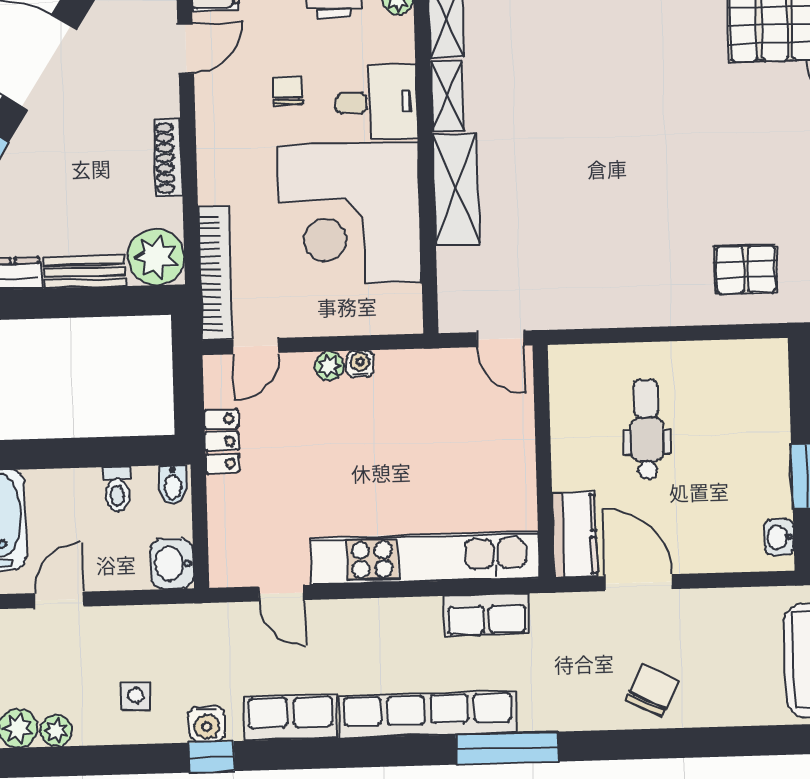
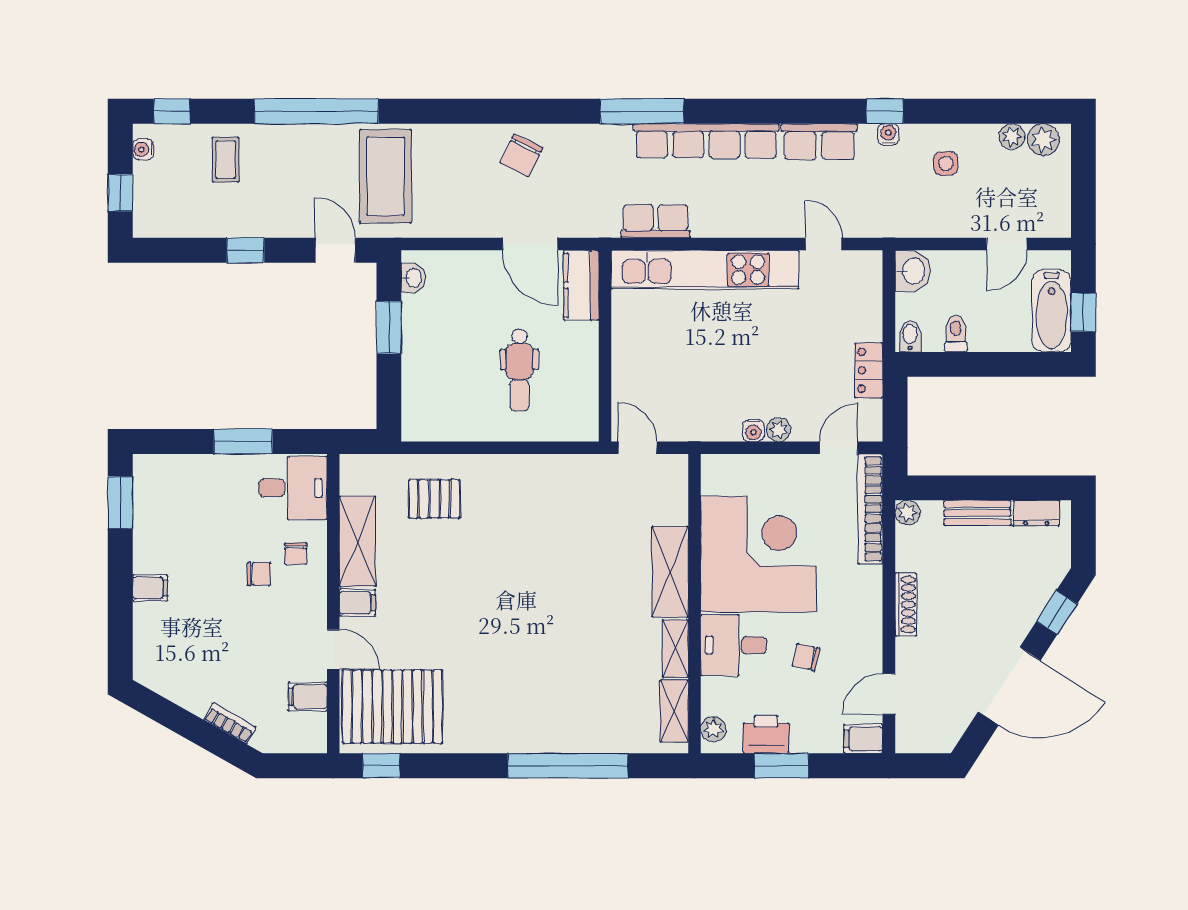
chair: (288, 90) -> (806, 657), turned 103
plant: (156, 257) -> (907, 513), width x0.53, depth x0.53
water cooler: (207, 724) -> (888, 134), width x0.72, depth x0.72

